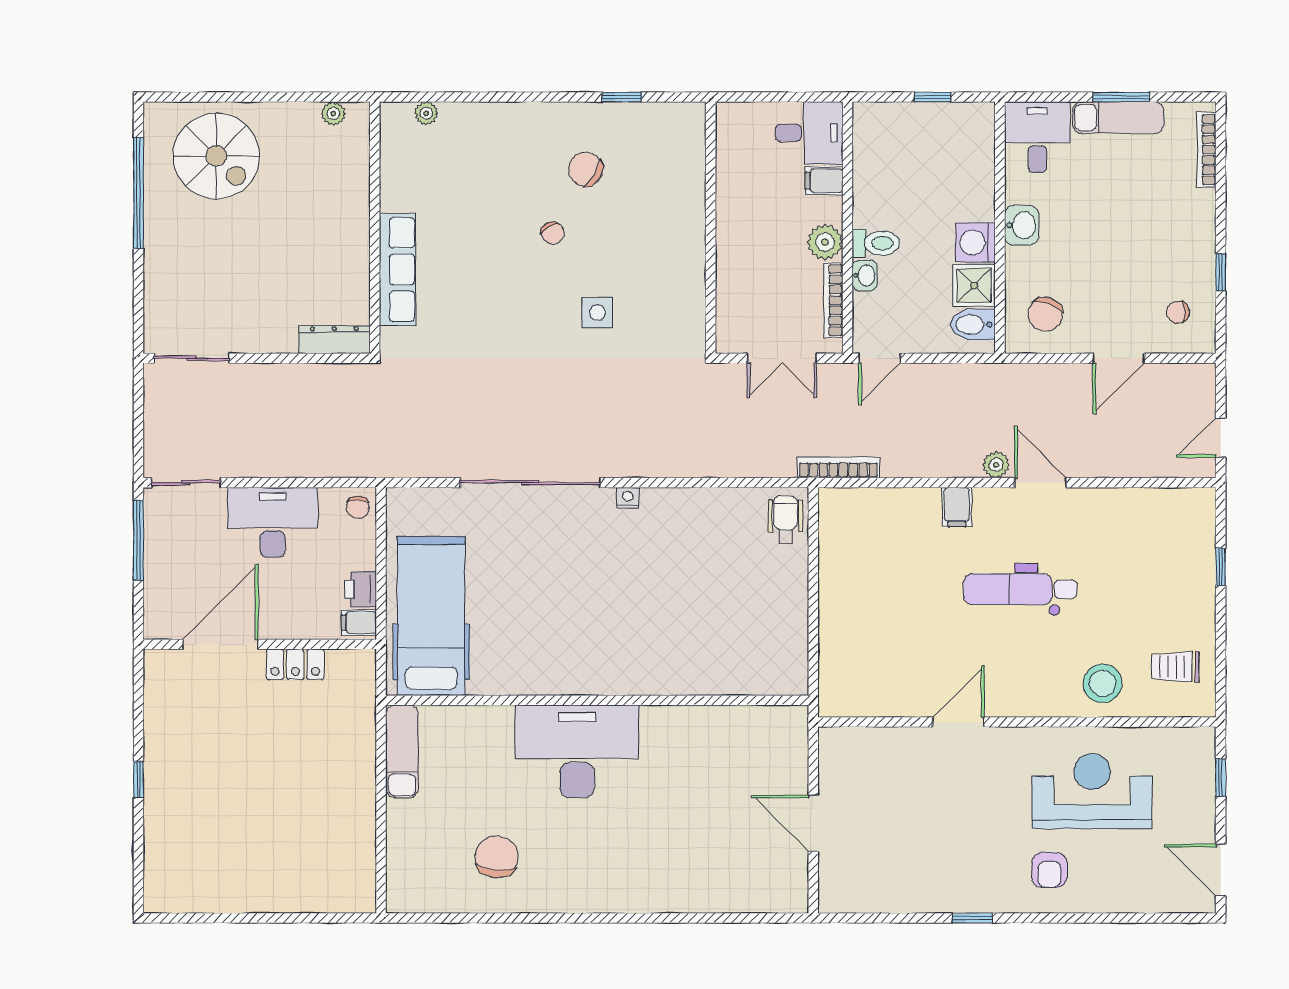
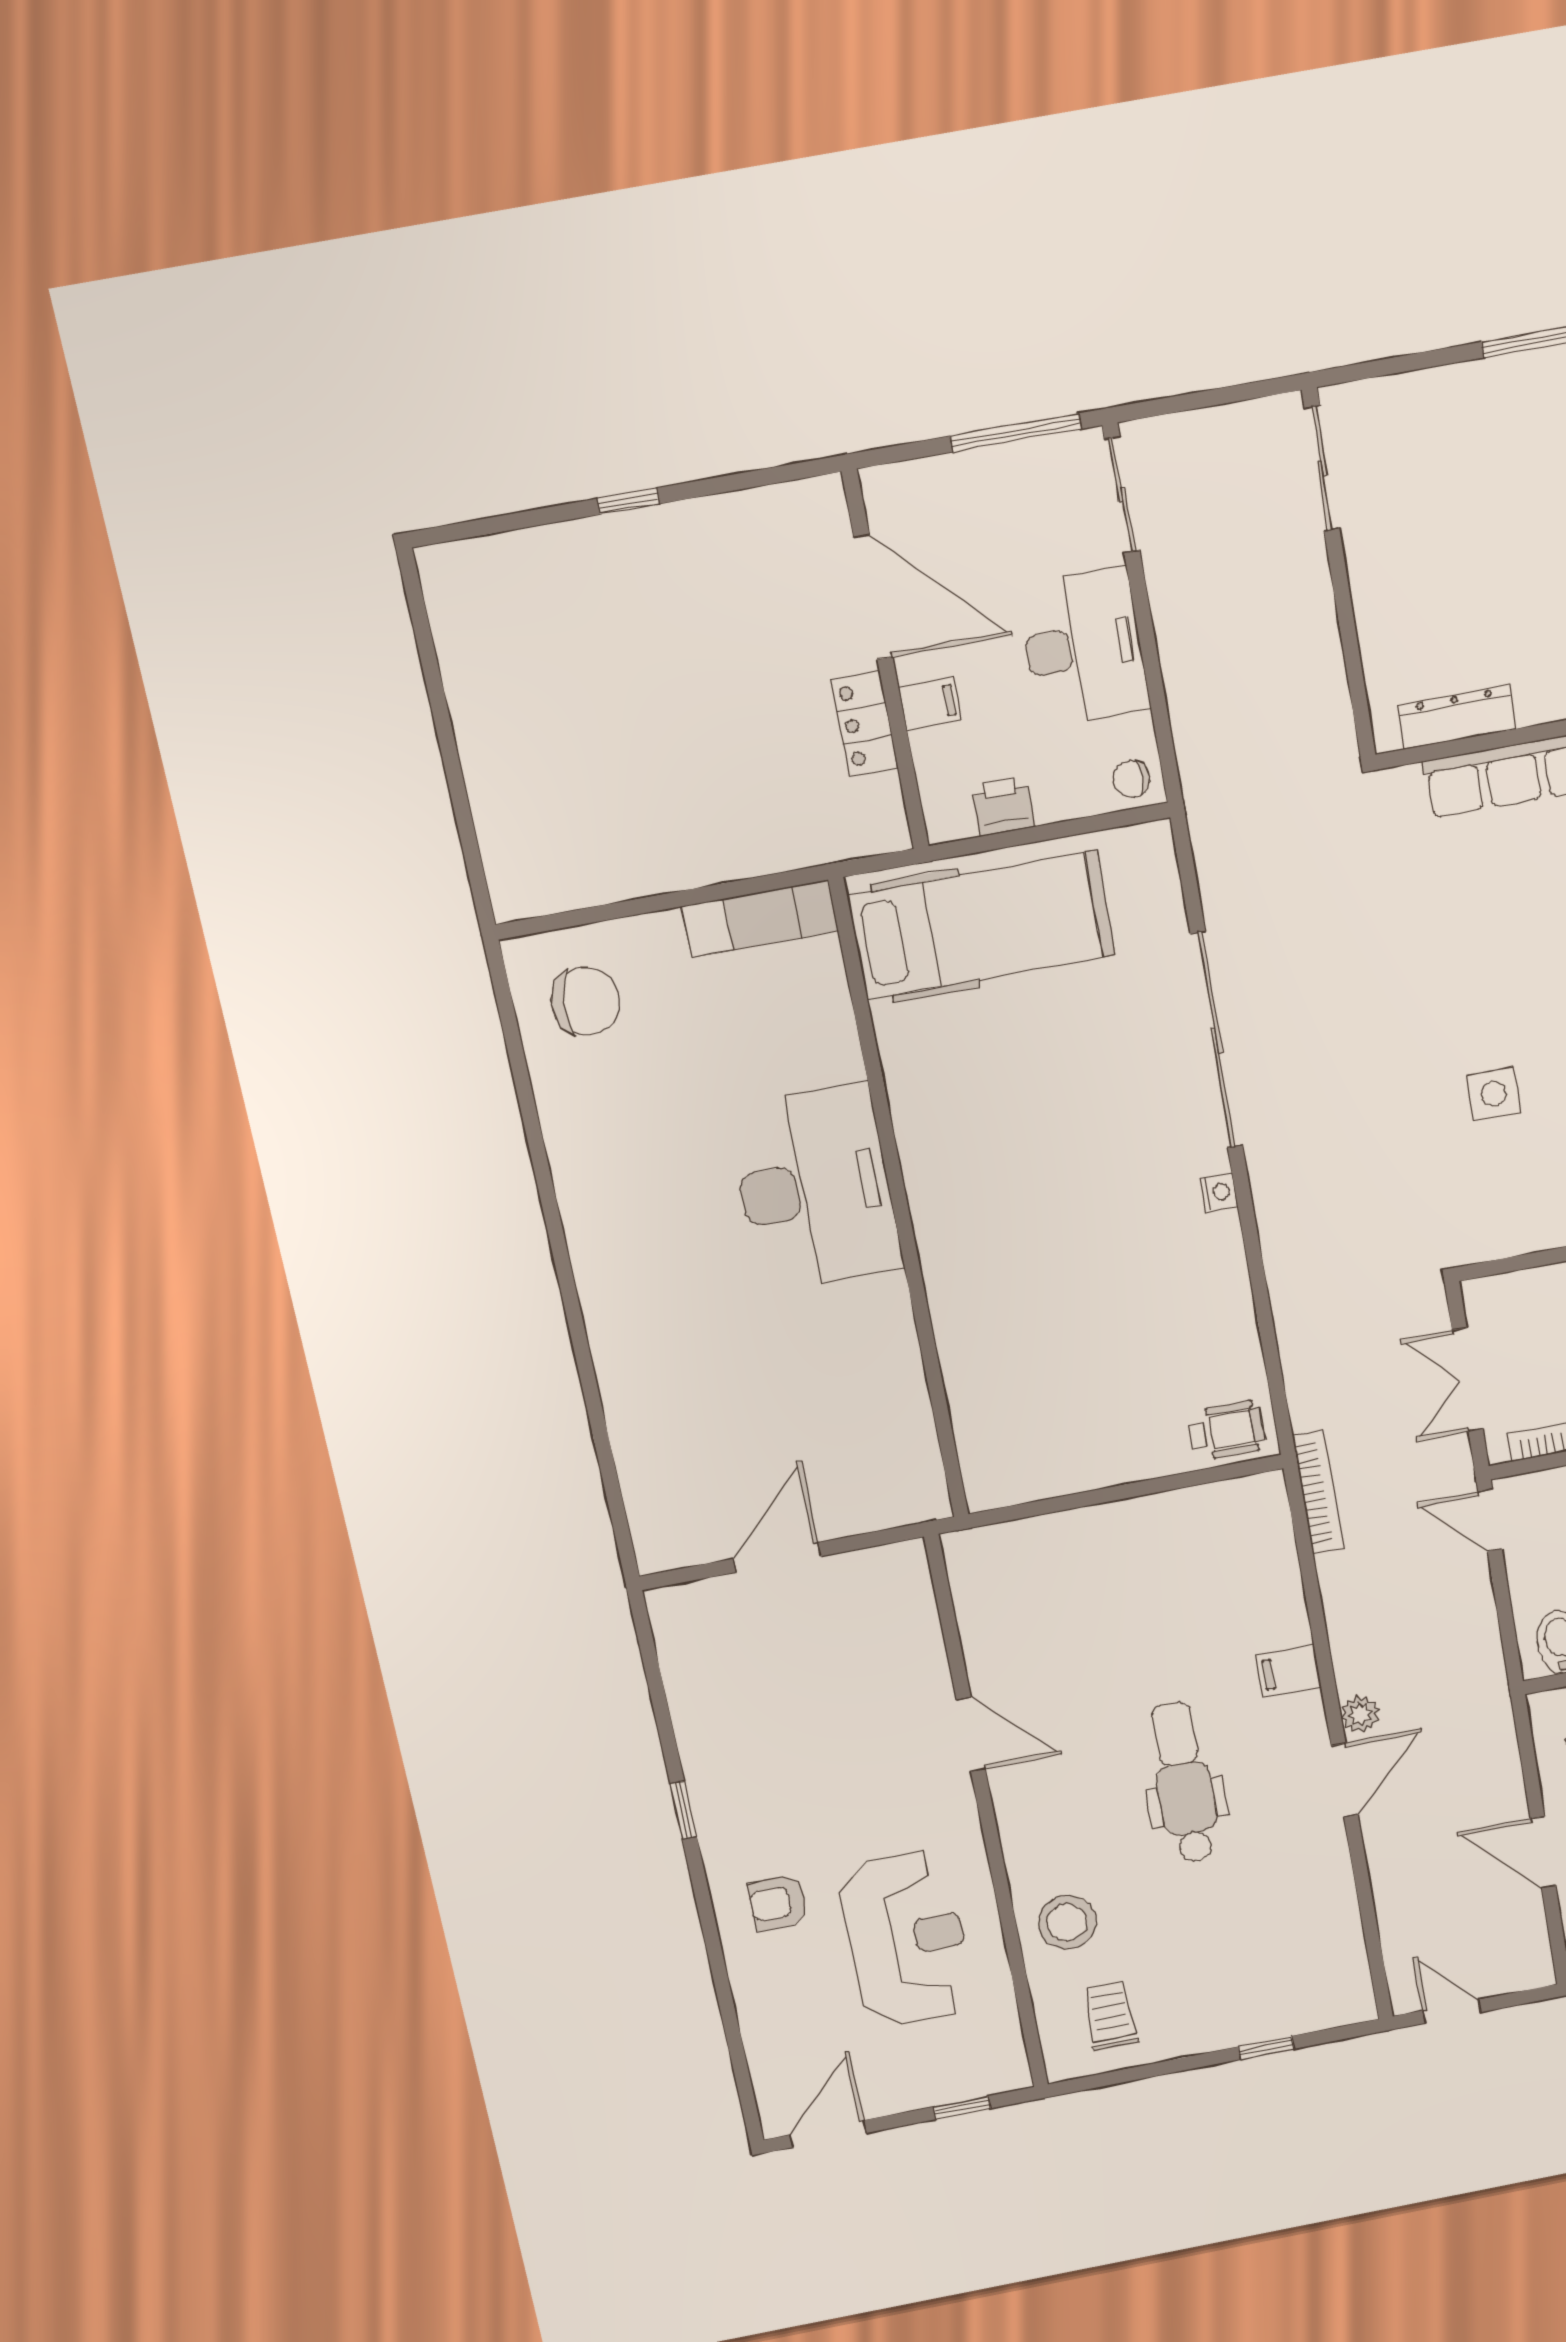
dresser: (334, 340) -> (1457, 717), moved, turned -90
filing cabinet: (359, 623) -> (930, 704), moved, turned 90
chair: (497, 857) -> (585, 1001), moved

